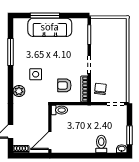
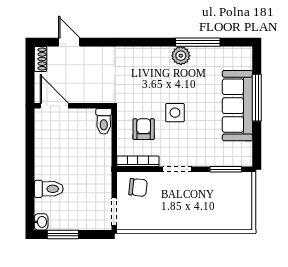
side table: (36, 74) -> (175, 113), moved
plant: (19, 91) -> (181, 56), moved

